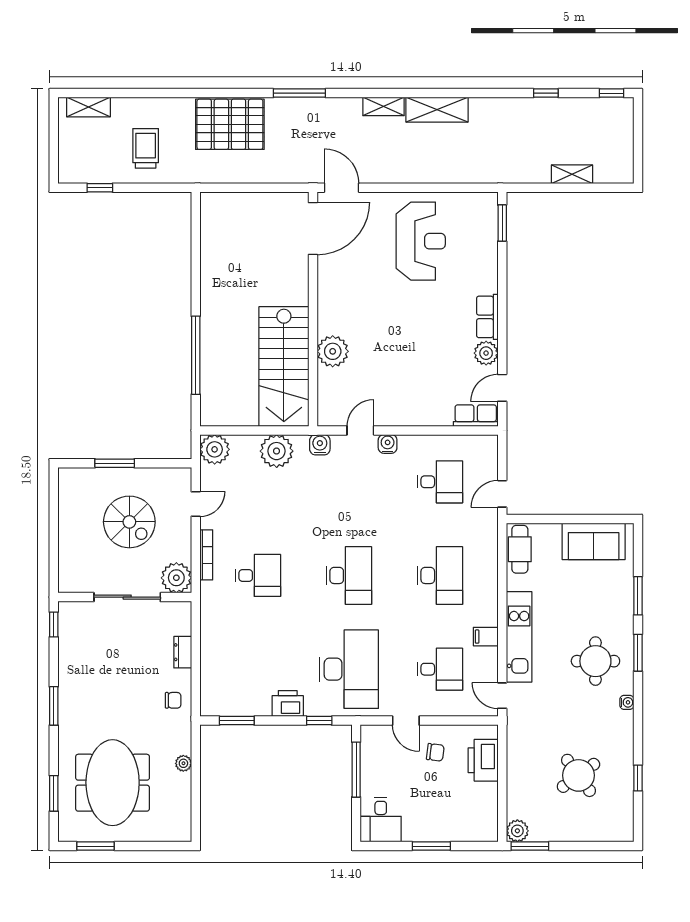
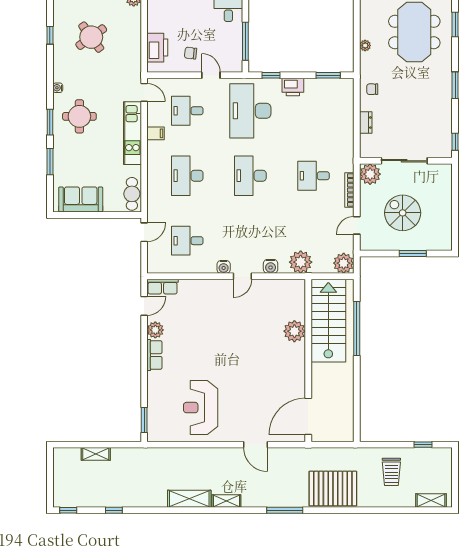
door: (313, 229) -> (308, 416), moved
wall: (313, 309) -> (308, 360), moved
plant: (333, 351) -> (294, 331), moved
stairs: (284, 366) -> (328, 321), moved

